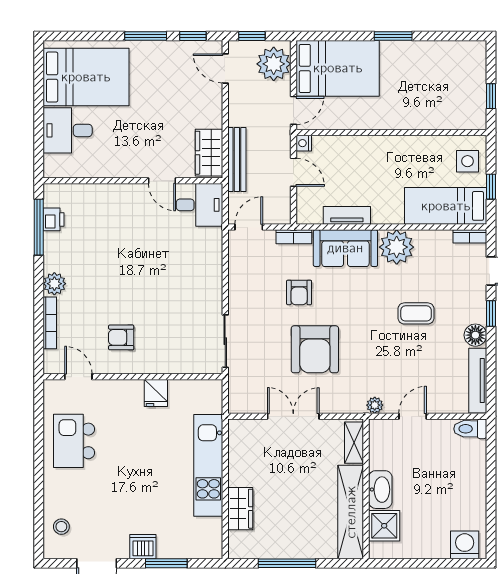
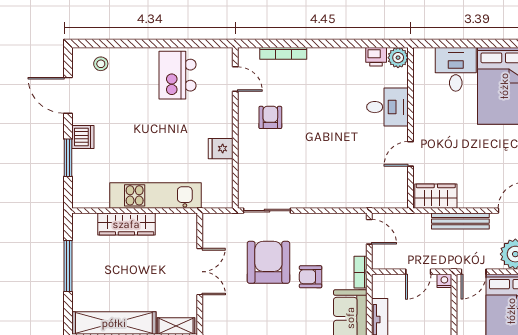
door: (293, 110) -> (474, 272), hinge flipped
bench: (237, 159) -> (460, 221), moved
desk: (200, 205) -> (388, 107), moved, turned -90
window: (39, 227) -> (369, 43), removed
plant: (54, 284) -> (398, 58), moved
armchair: (315, 349) -> (268, 262), moved, turned 90
door: (78, 377) -> (235, 79), hinge flipped
kitchen island: (74, 441) -> (178, 75), turned -90
wardrobe: (240, 509) -> (126, 224), width x1.50

